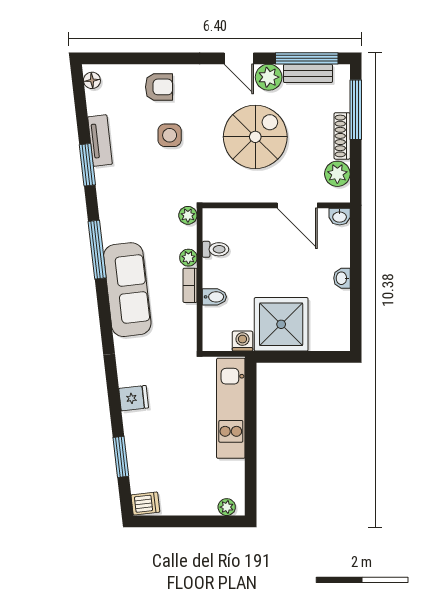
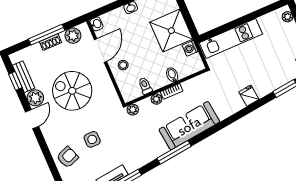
window: (307, 58) -> (15, 81), width x0.46
armchair: (159, 87) -> (68, 157), turned 69
window: (356, 110) -> (47, 35), moved
shoe rack: (342, 136) -> (51, 42), width x0.70
stool: (261, 230) -> (123, 65), added

